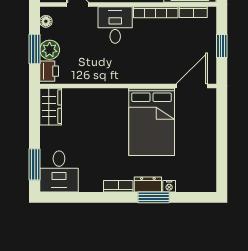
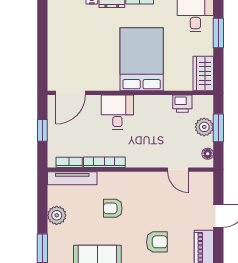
desk: (115, 25) -> (117, 112), moved, turned 180
printer: (49, 71) -> (182, 104), moved, turned -90
bed: (152, 122) -> (142, 59), moved
window: (35, 164) -> (218, 33), moved

